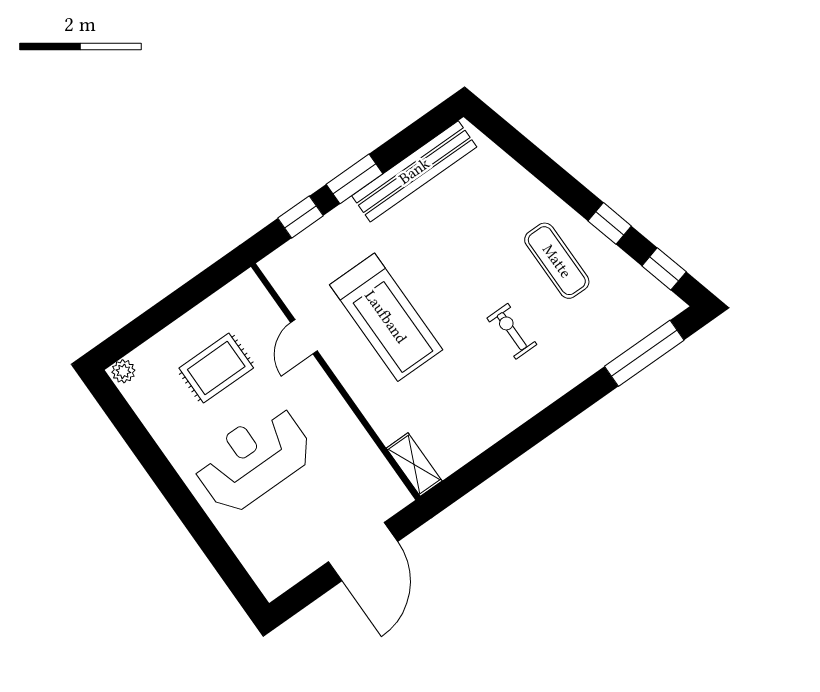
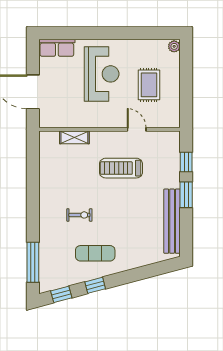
treadmill: (386, 317) -> (121, 168), width x0.73, depth x0.73
shelving: (414, 465) -> (74, 137), moved
row of seats: (262, 563) -> (57, 48), added

